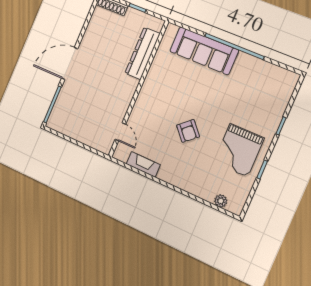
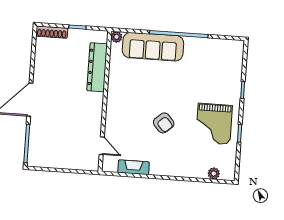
plant: (171, 29) -> (116, 37), added

